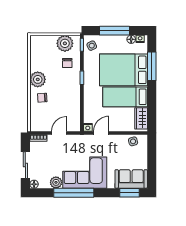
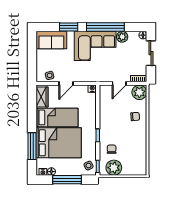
plant: (38, 79) -> (139, 92), moved
door: (101, 133) -> (66, 83), moved
window: (129, 193) -> (69, 27), moved

